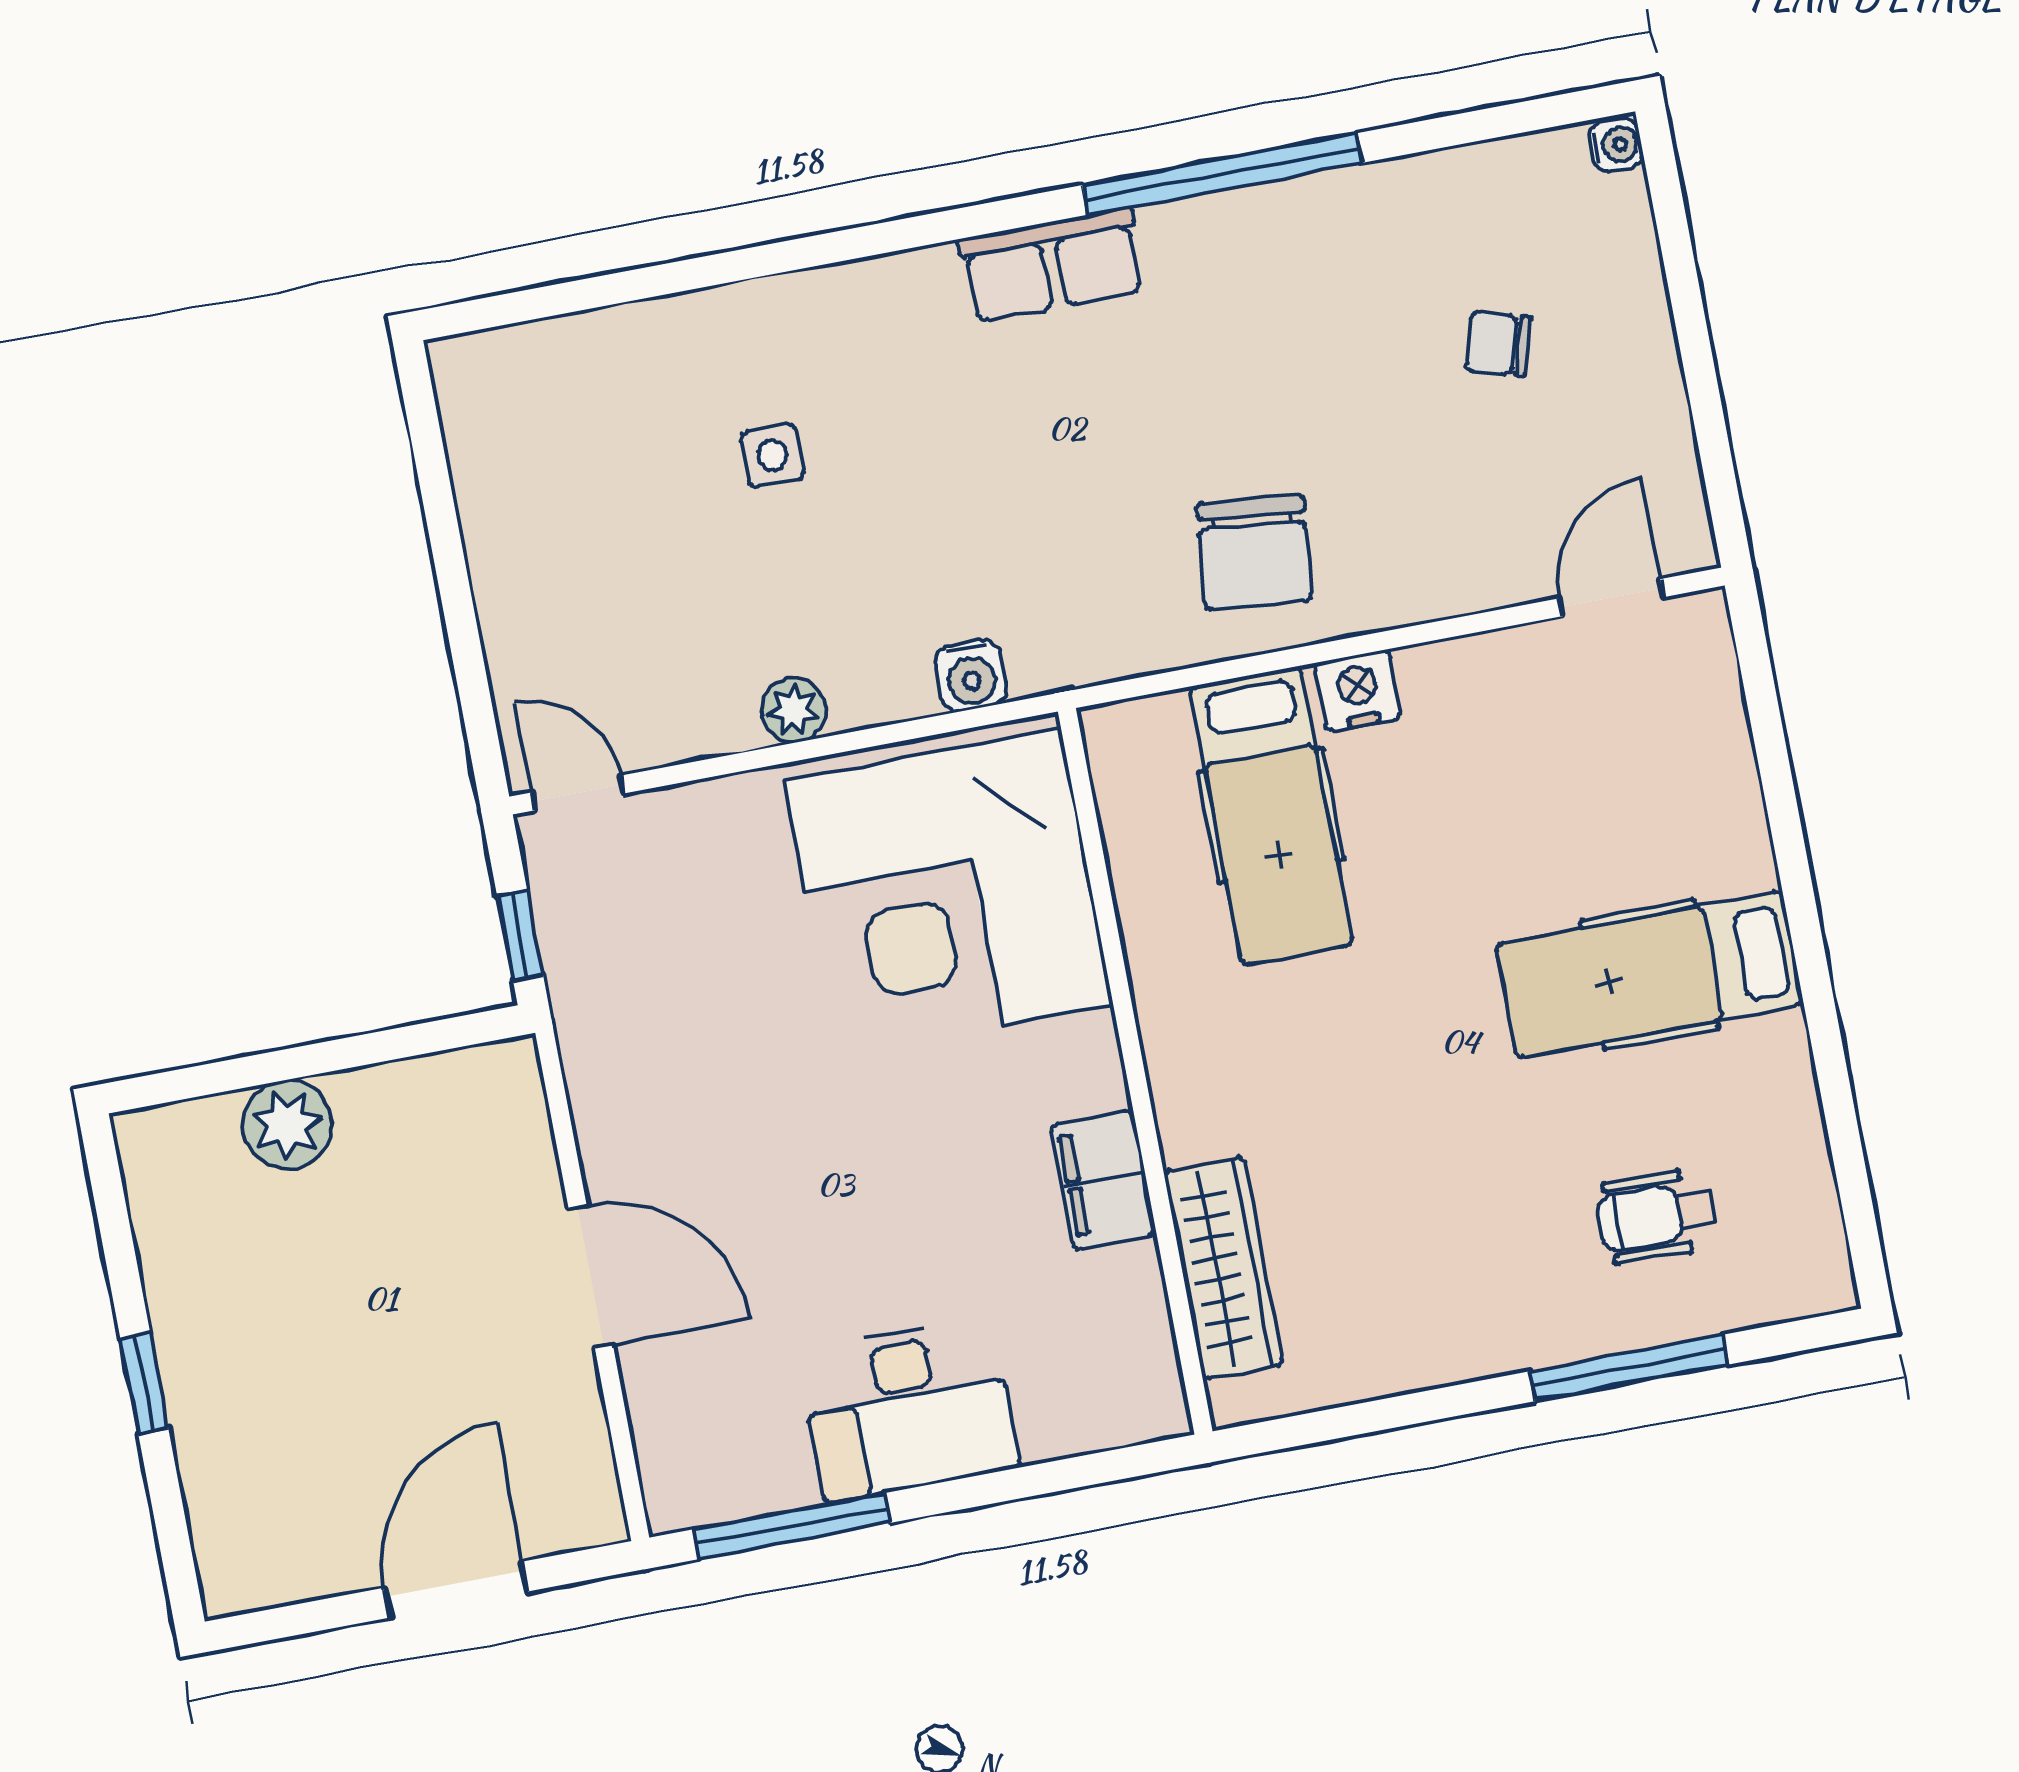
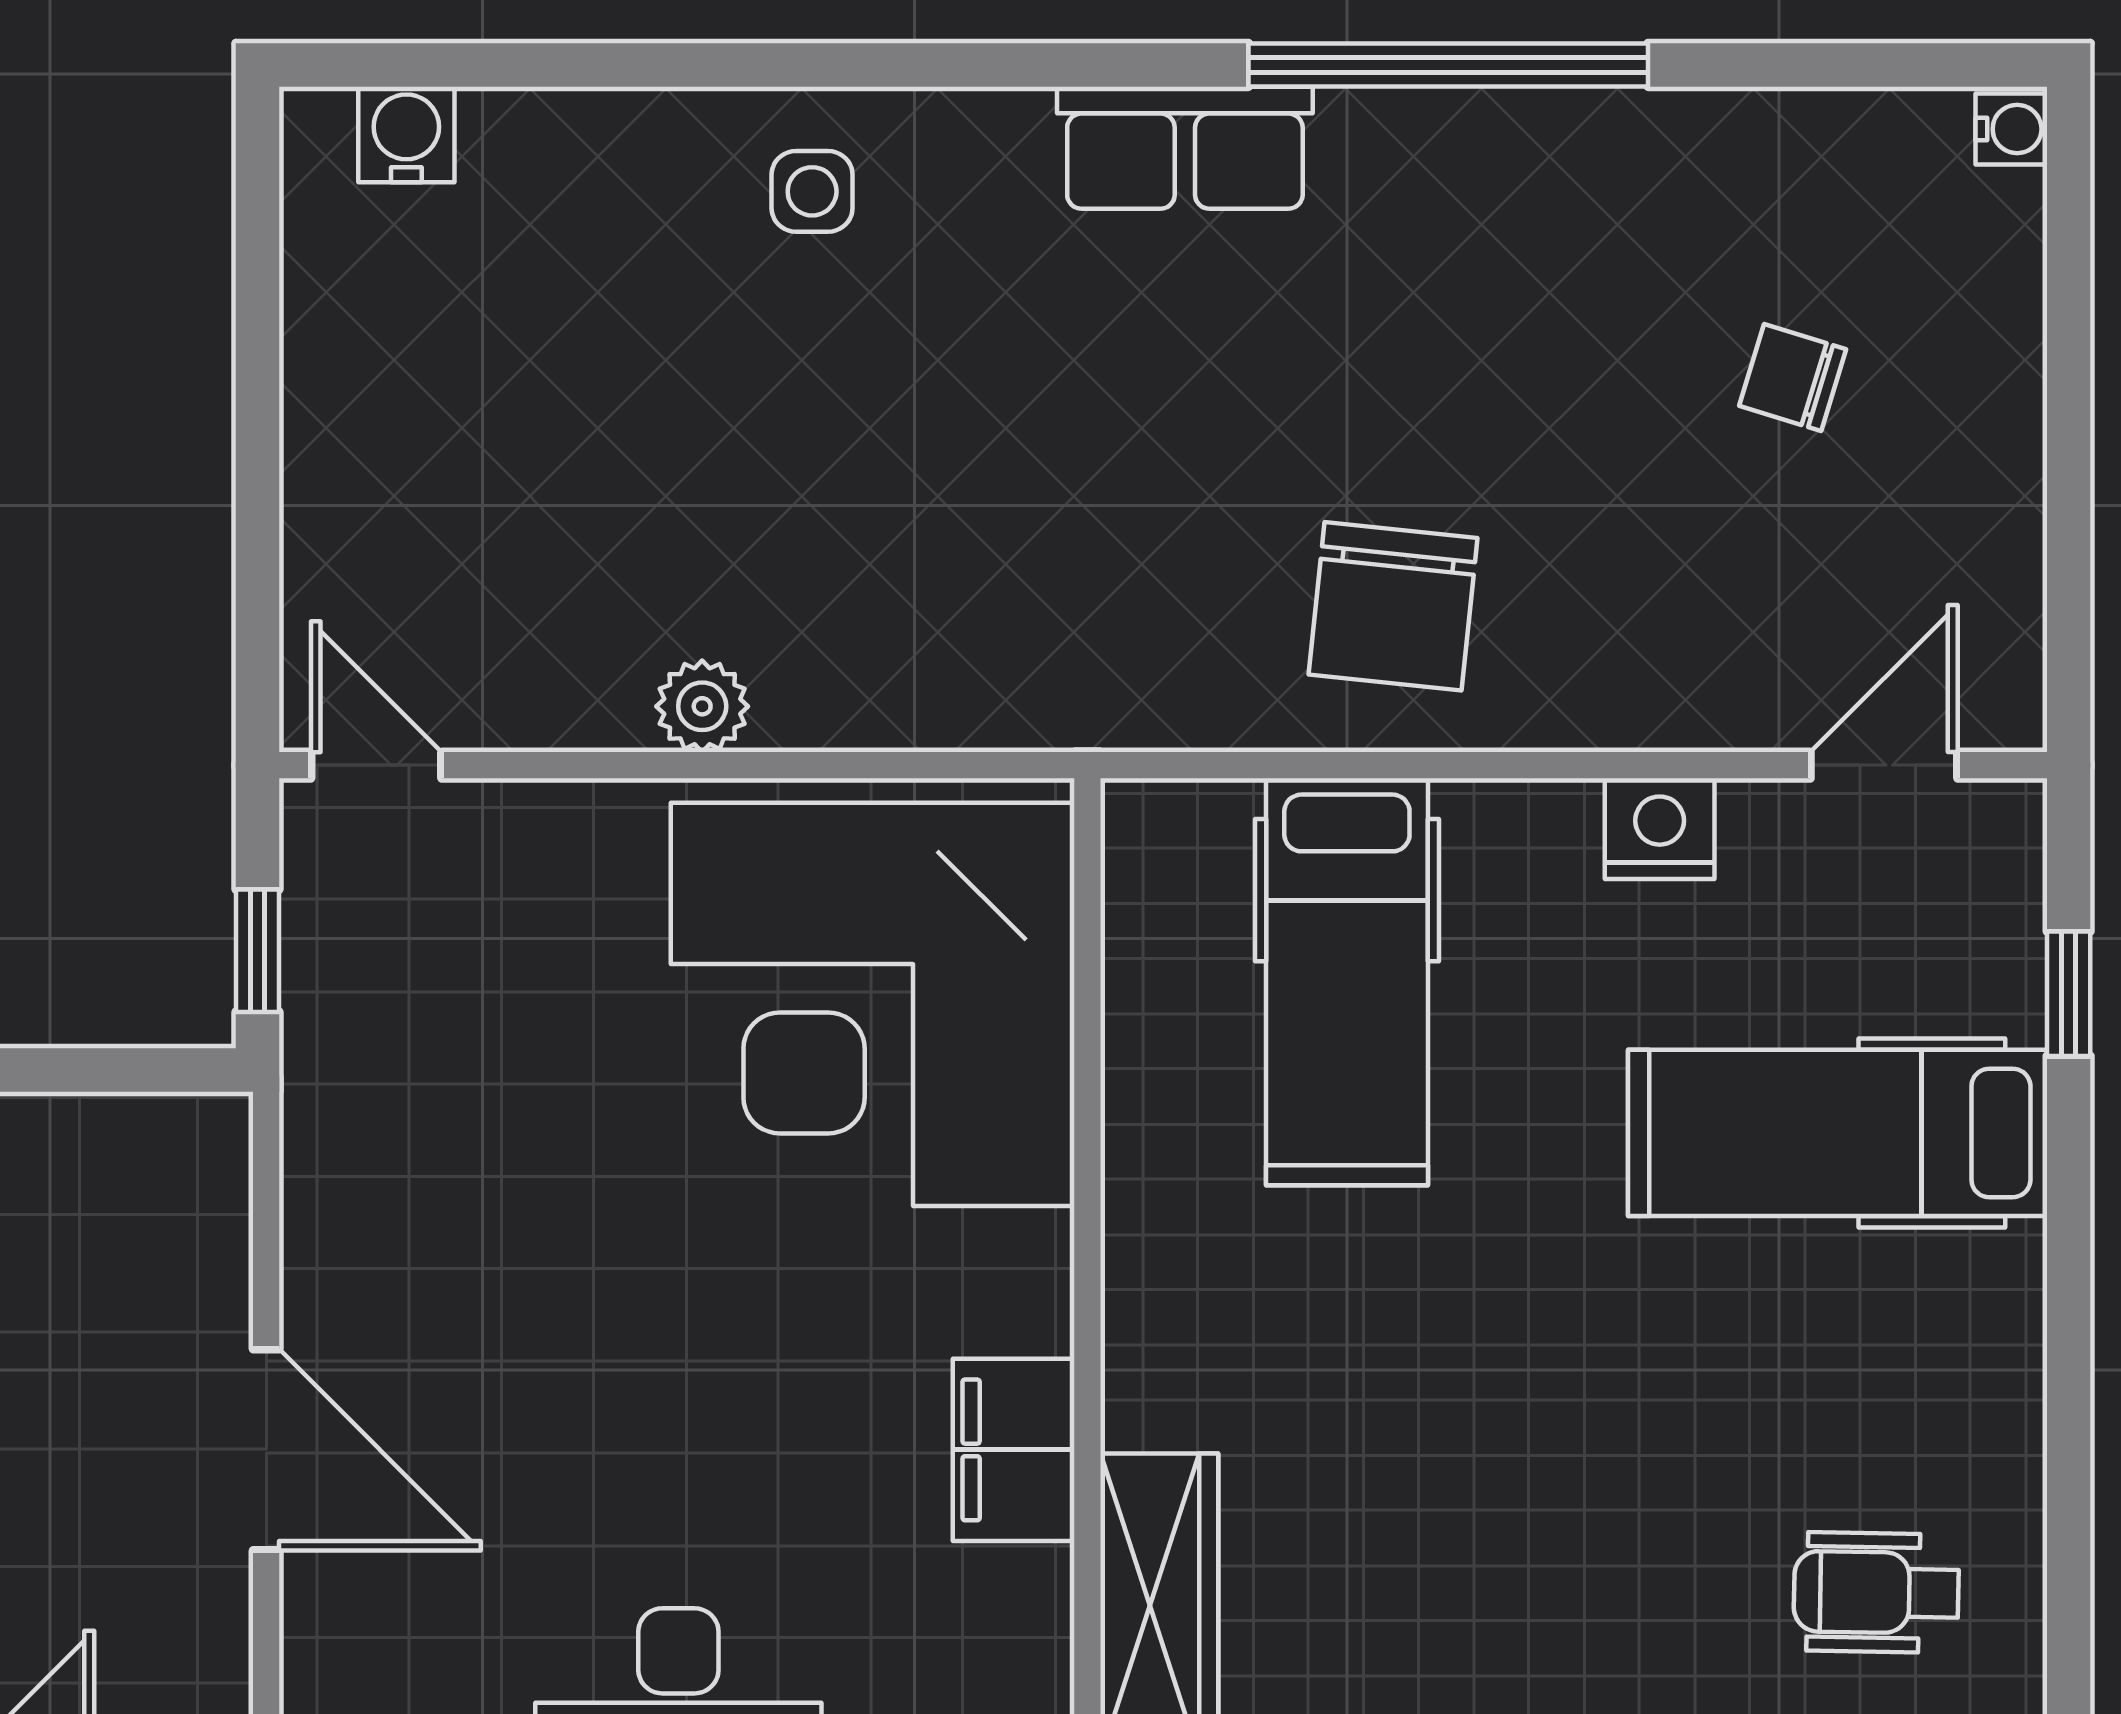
side table: (772, 456) -> (812, 191), moved
water cooler: (971, 675) -> (406, 135), moved, turned 180
nightstand: (1358, 691) -> (1660, 829), moved
window: (1768, 730) -> (2069, 994), added
hospital bed: (1650, 975) -> (1838, 1133), moved
wheelchair: (1656, 1216) -> (1876, 1592), moved

